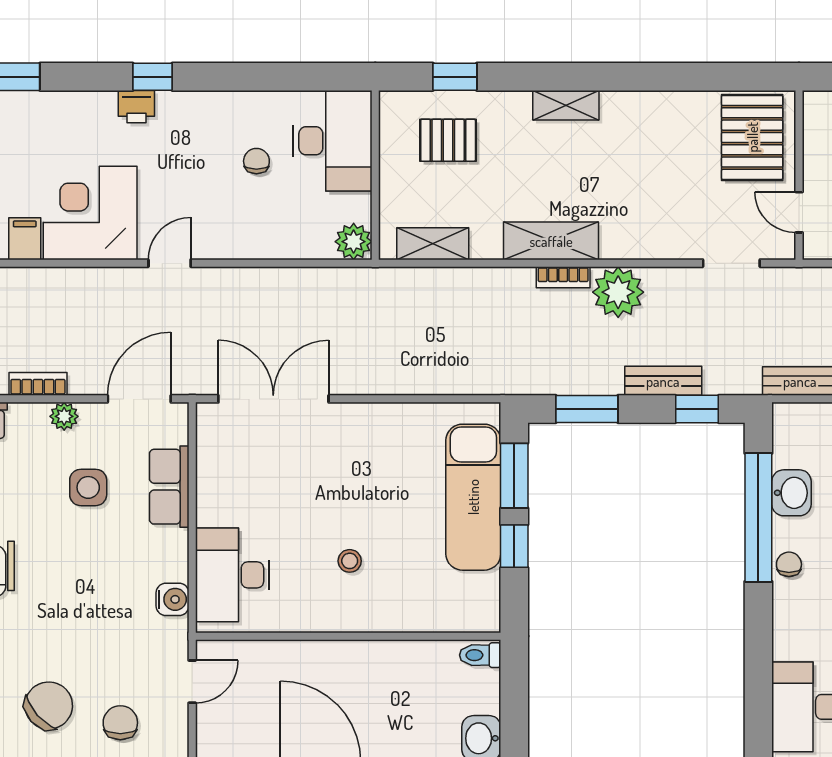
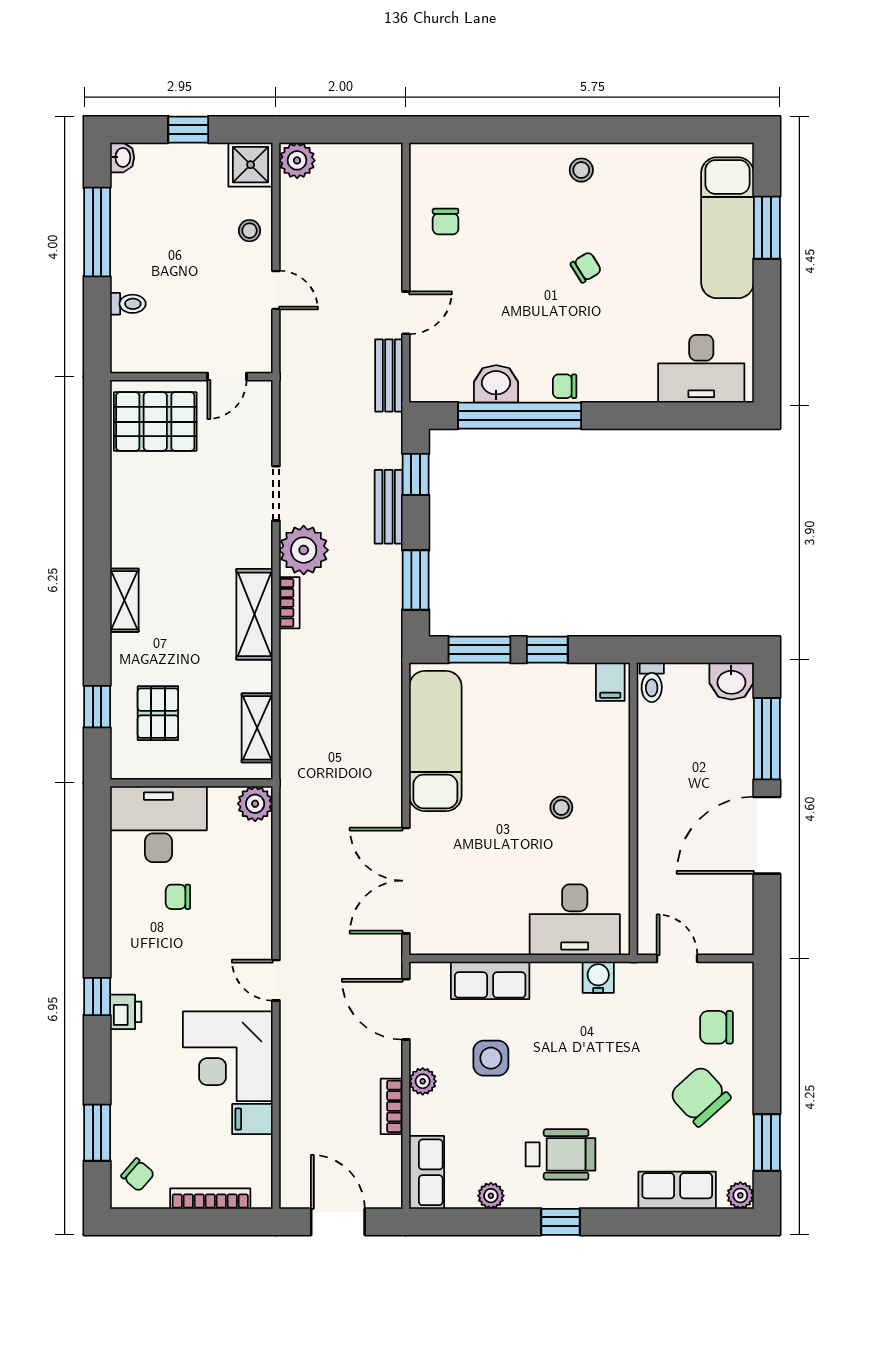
doorway: (731, 263) -> (276, 493), moved
exam couch: (473, 497) -> (435, 741), moved, turned -90
filing cabinet: (481, 612) -> (610, 682), added

